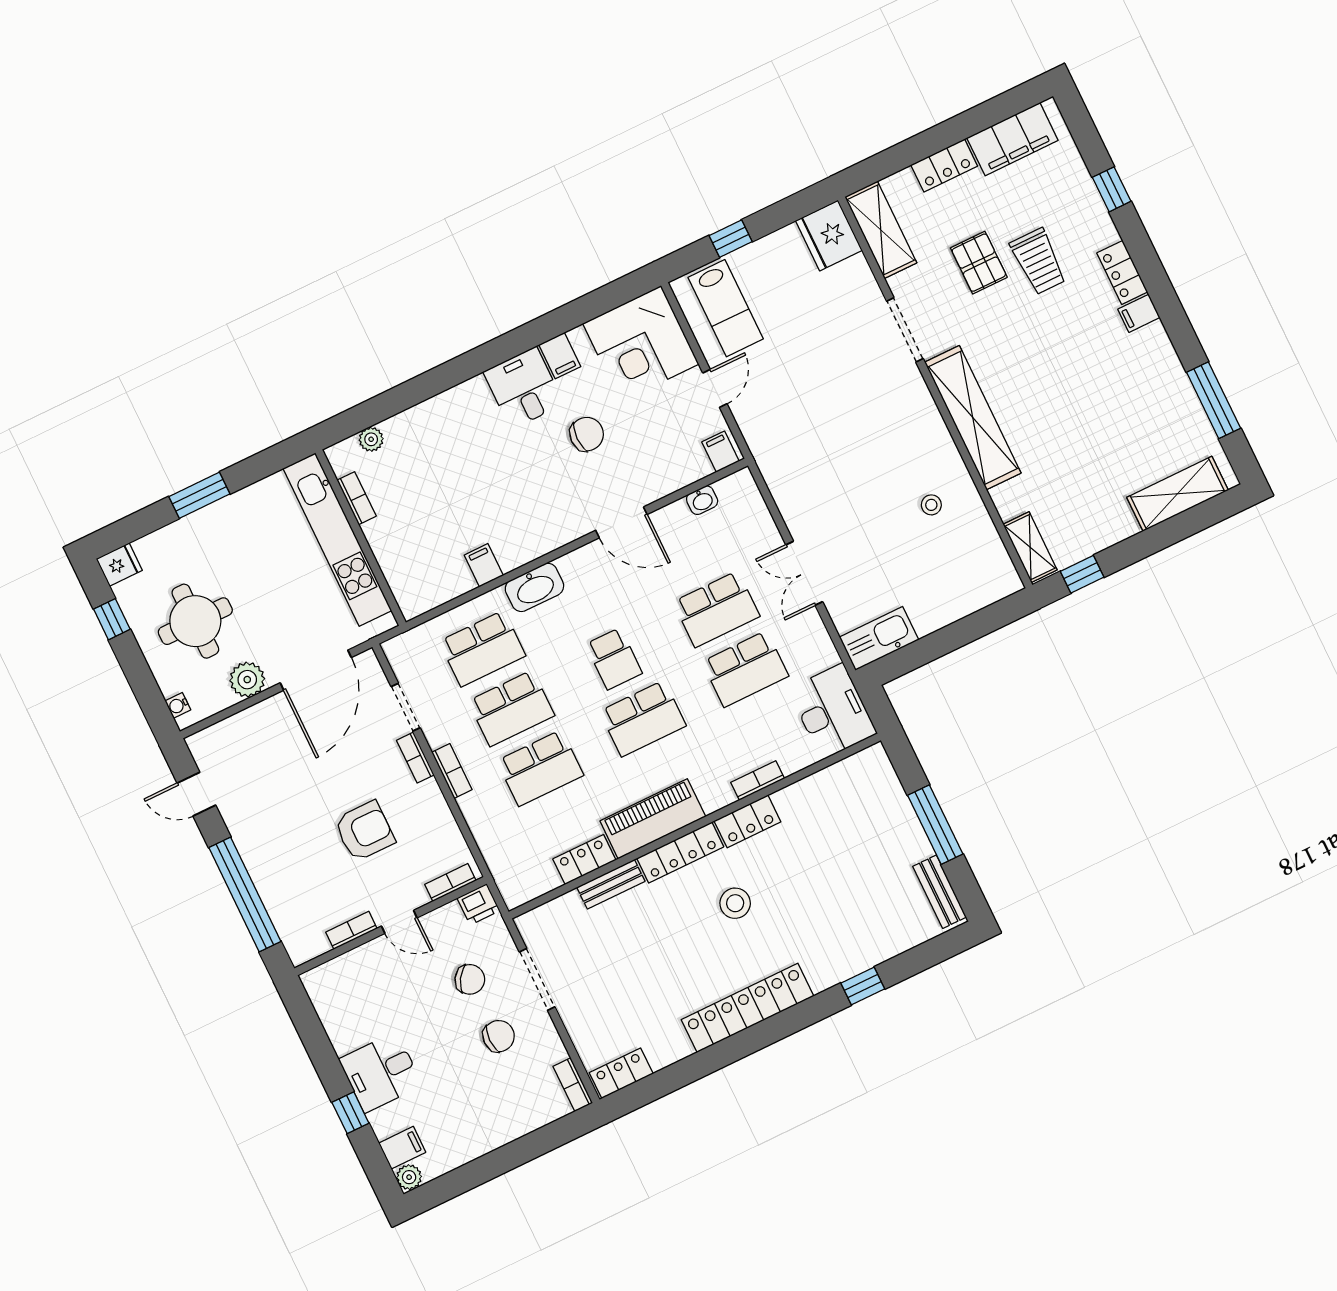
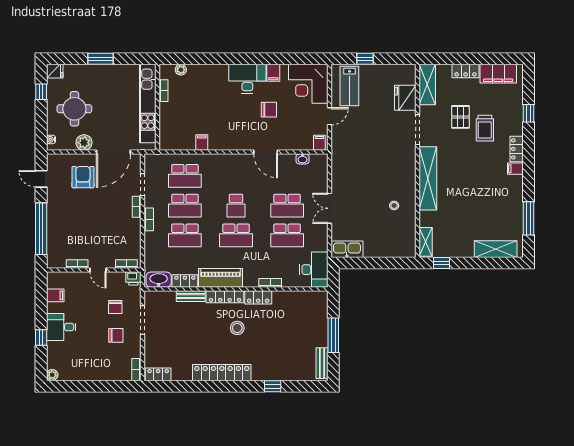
fridge: (829, 236) -> (405, 98), moved
desk: (524, 388) -> (247, 79), width x1.37
washbasin: (534, 587) -> (159, 280), moved, turned 180
armchair: (364, 831) -> (83, 177), moved, turned -90
chair: (470, 979) -> (115, 307), turned 58
filing cabinet: (402, 1148) -> (55, 295), moved

